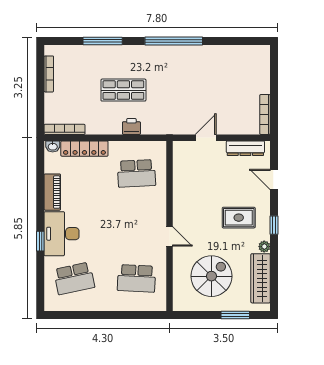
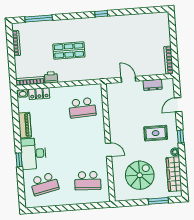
window: (103, 41) -> (39, 18), moved
window: (174, 41) -> (101, 14), width x0.32
printer: (131, 126) -> (51, 77), moved
door: (206, 138) -> (128, 79), hinge flipped
dresser: (245, 148) -> (153, 85), width x0.70
locker: (84, 149) -> (39, 94), width x0.66
door: (274, 179) -> (178, 105), hinge flipped

